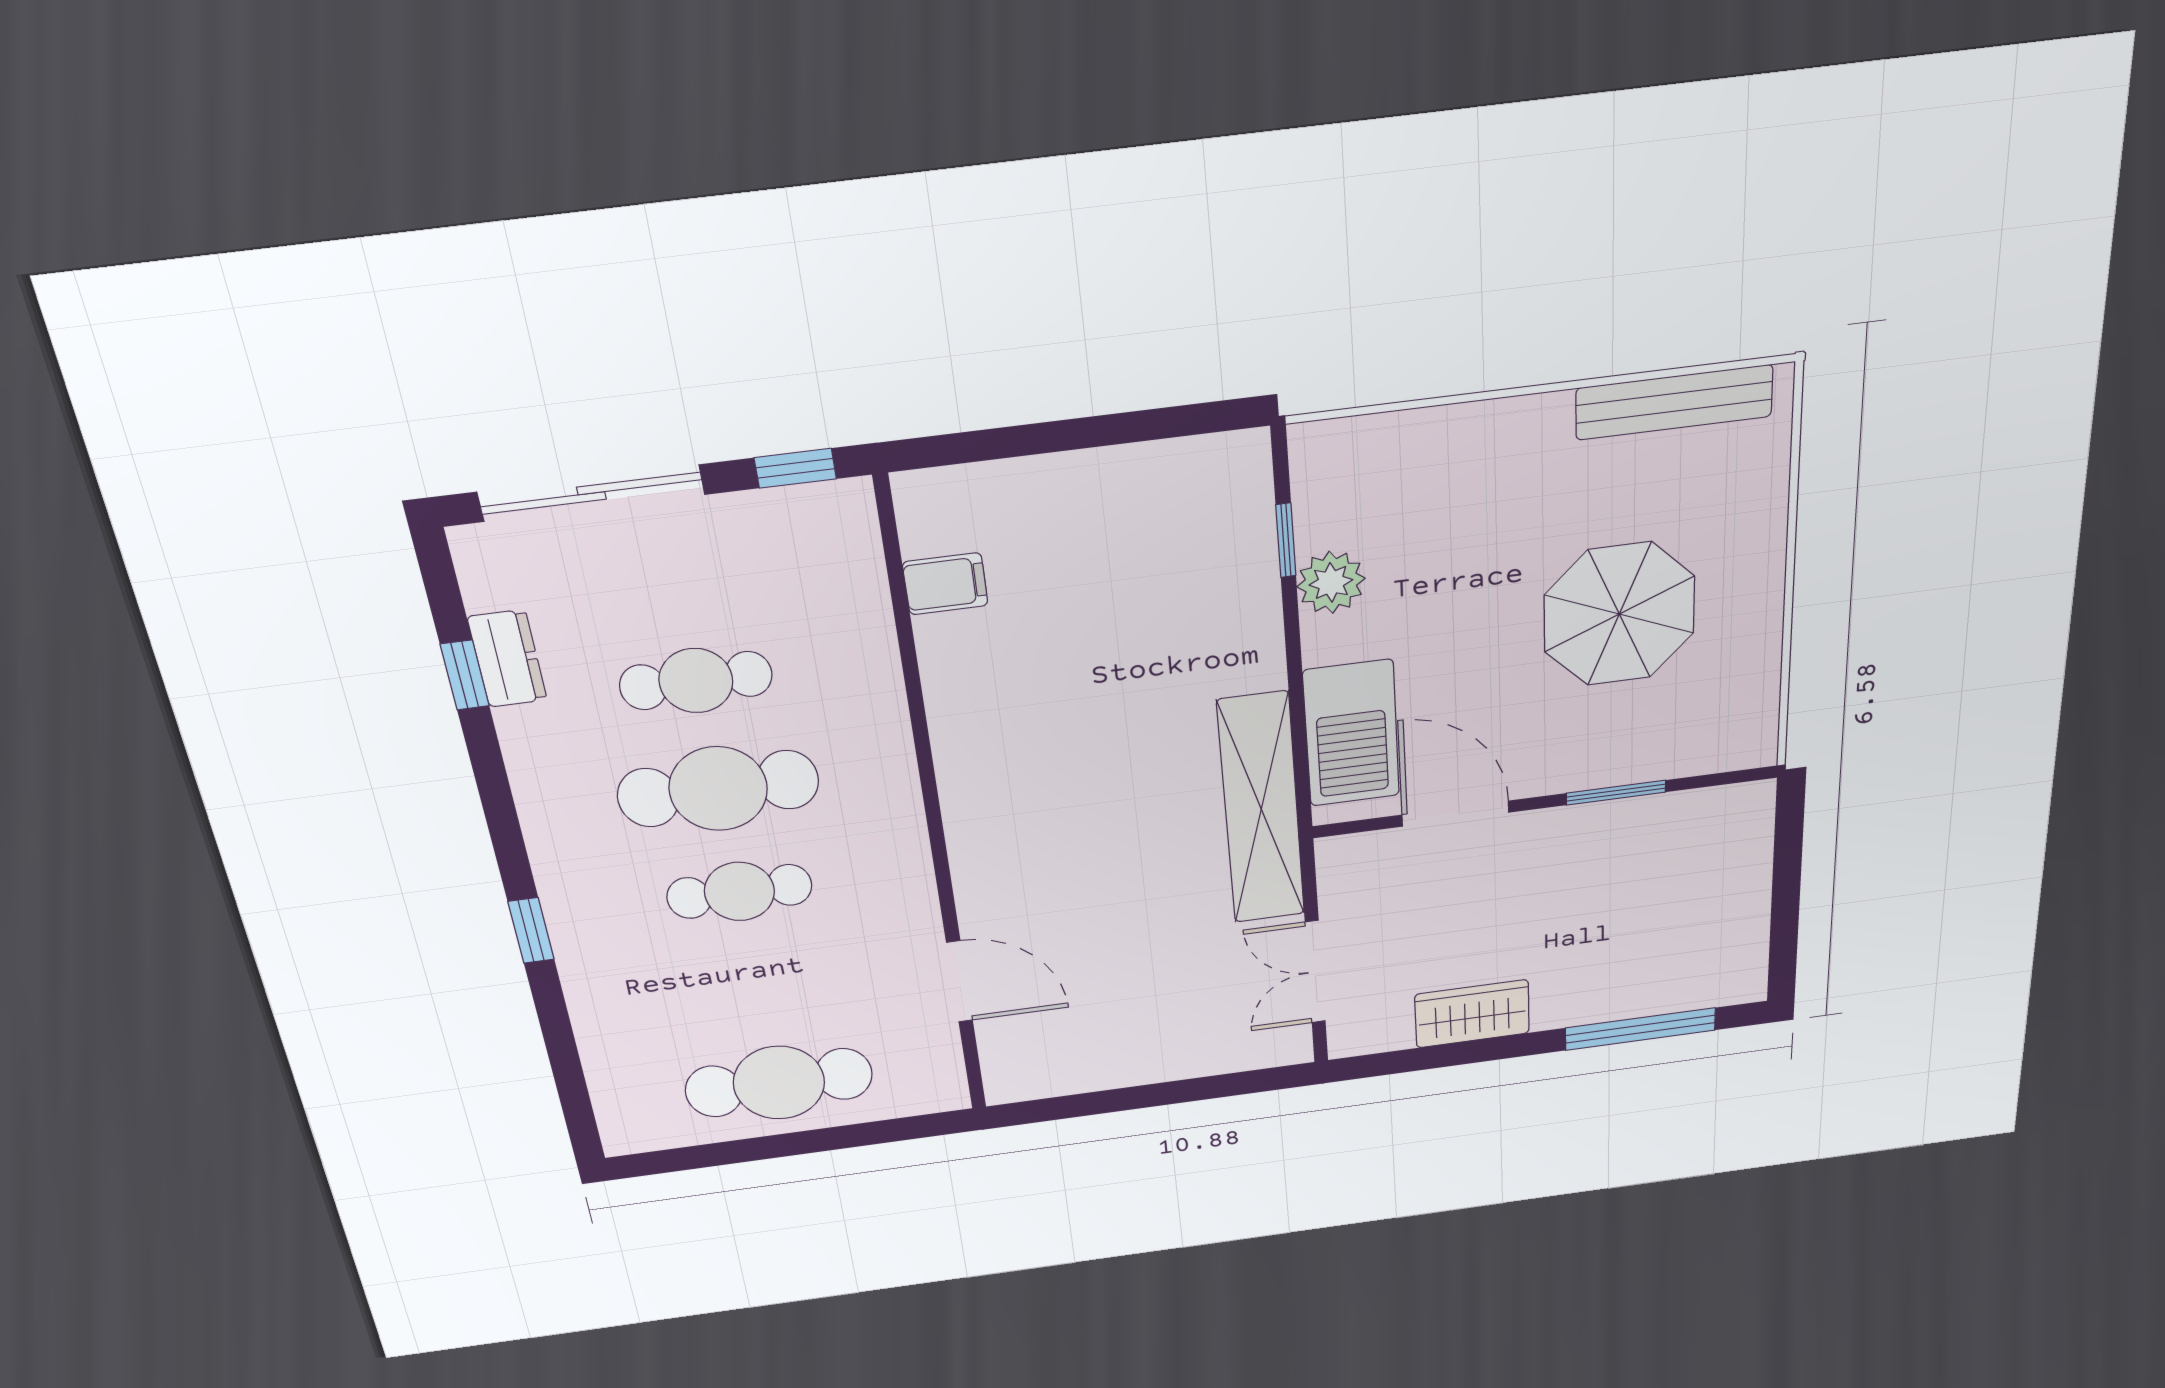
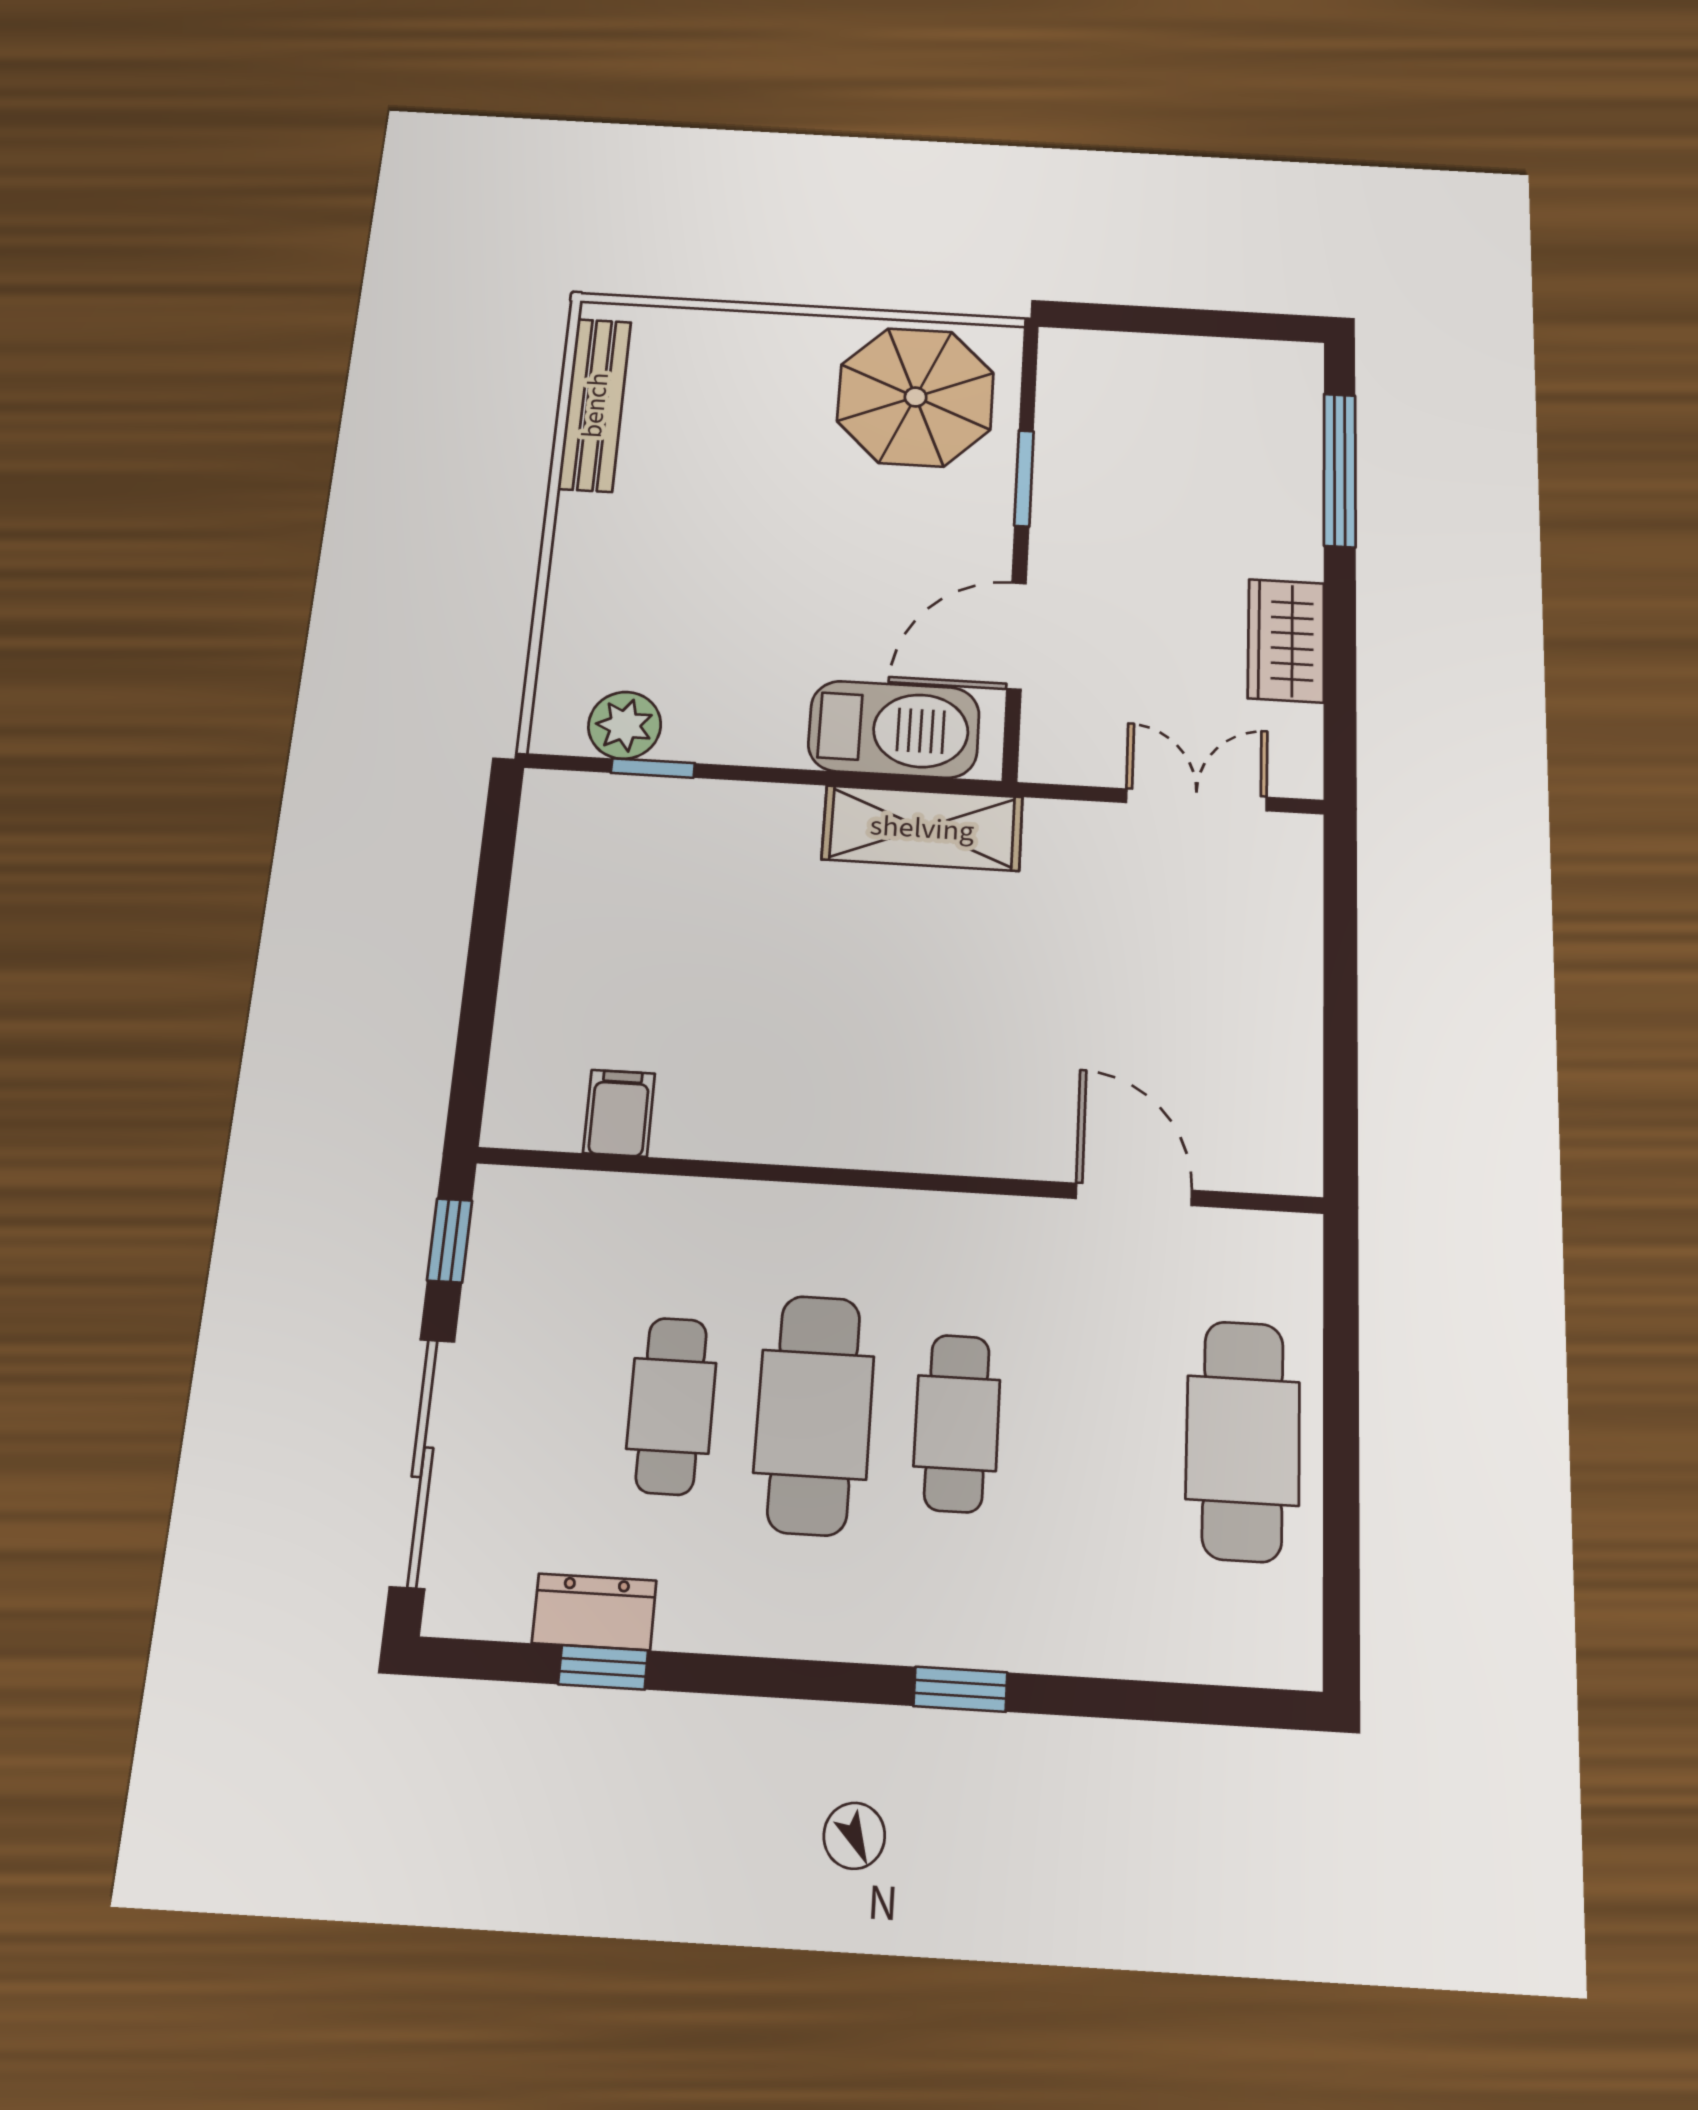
plant: (1331, 582) -> (625, 725), moved
parasol: (1619, 614) -> (916, 397), moved
shelving: (1261, 809) -> (922, 828), width x0.68
double door: (1315, 972) -> (1196, 800), swing flipped
door: (959, 982) -> (1134, 1194), hinge flipped

